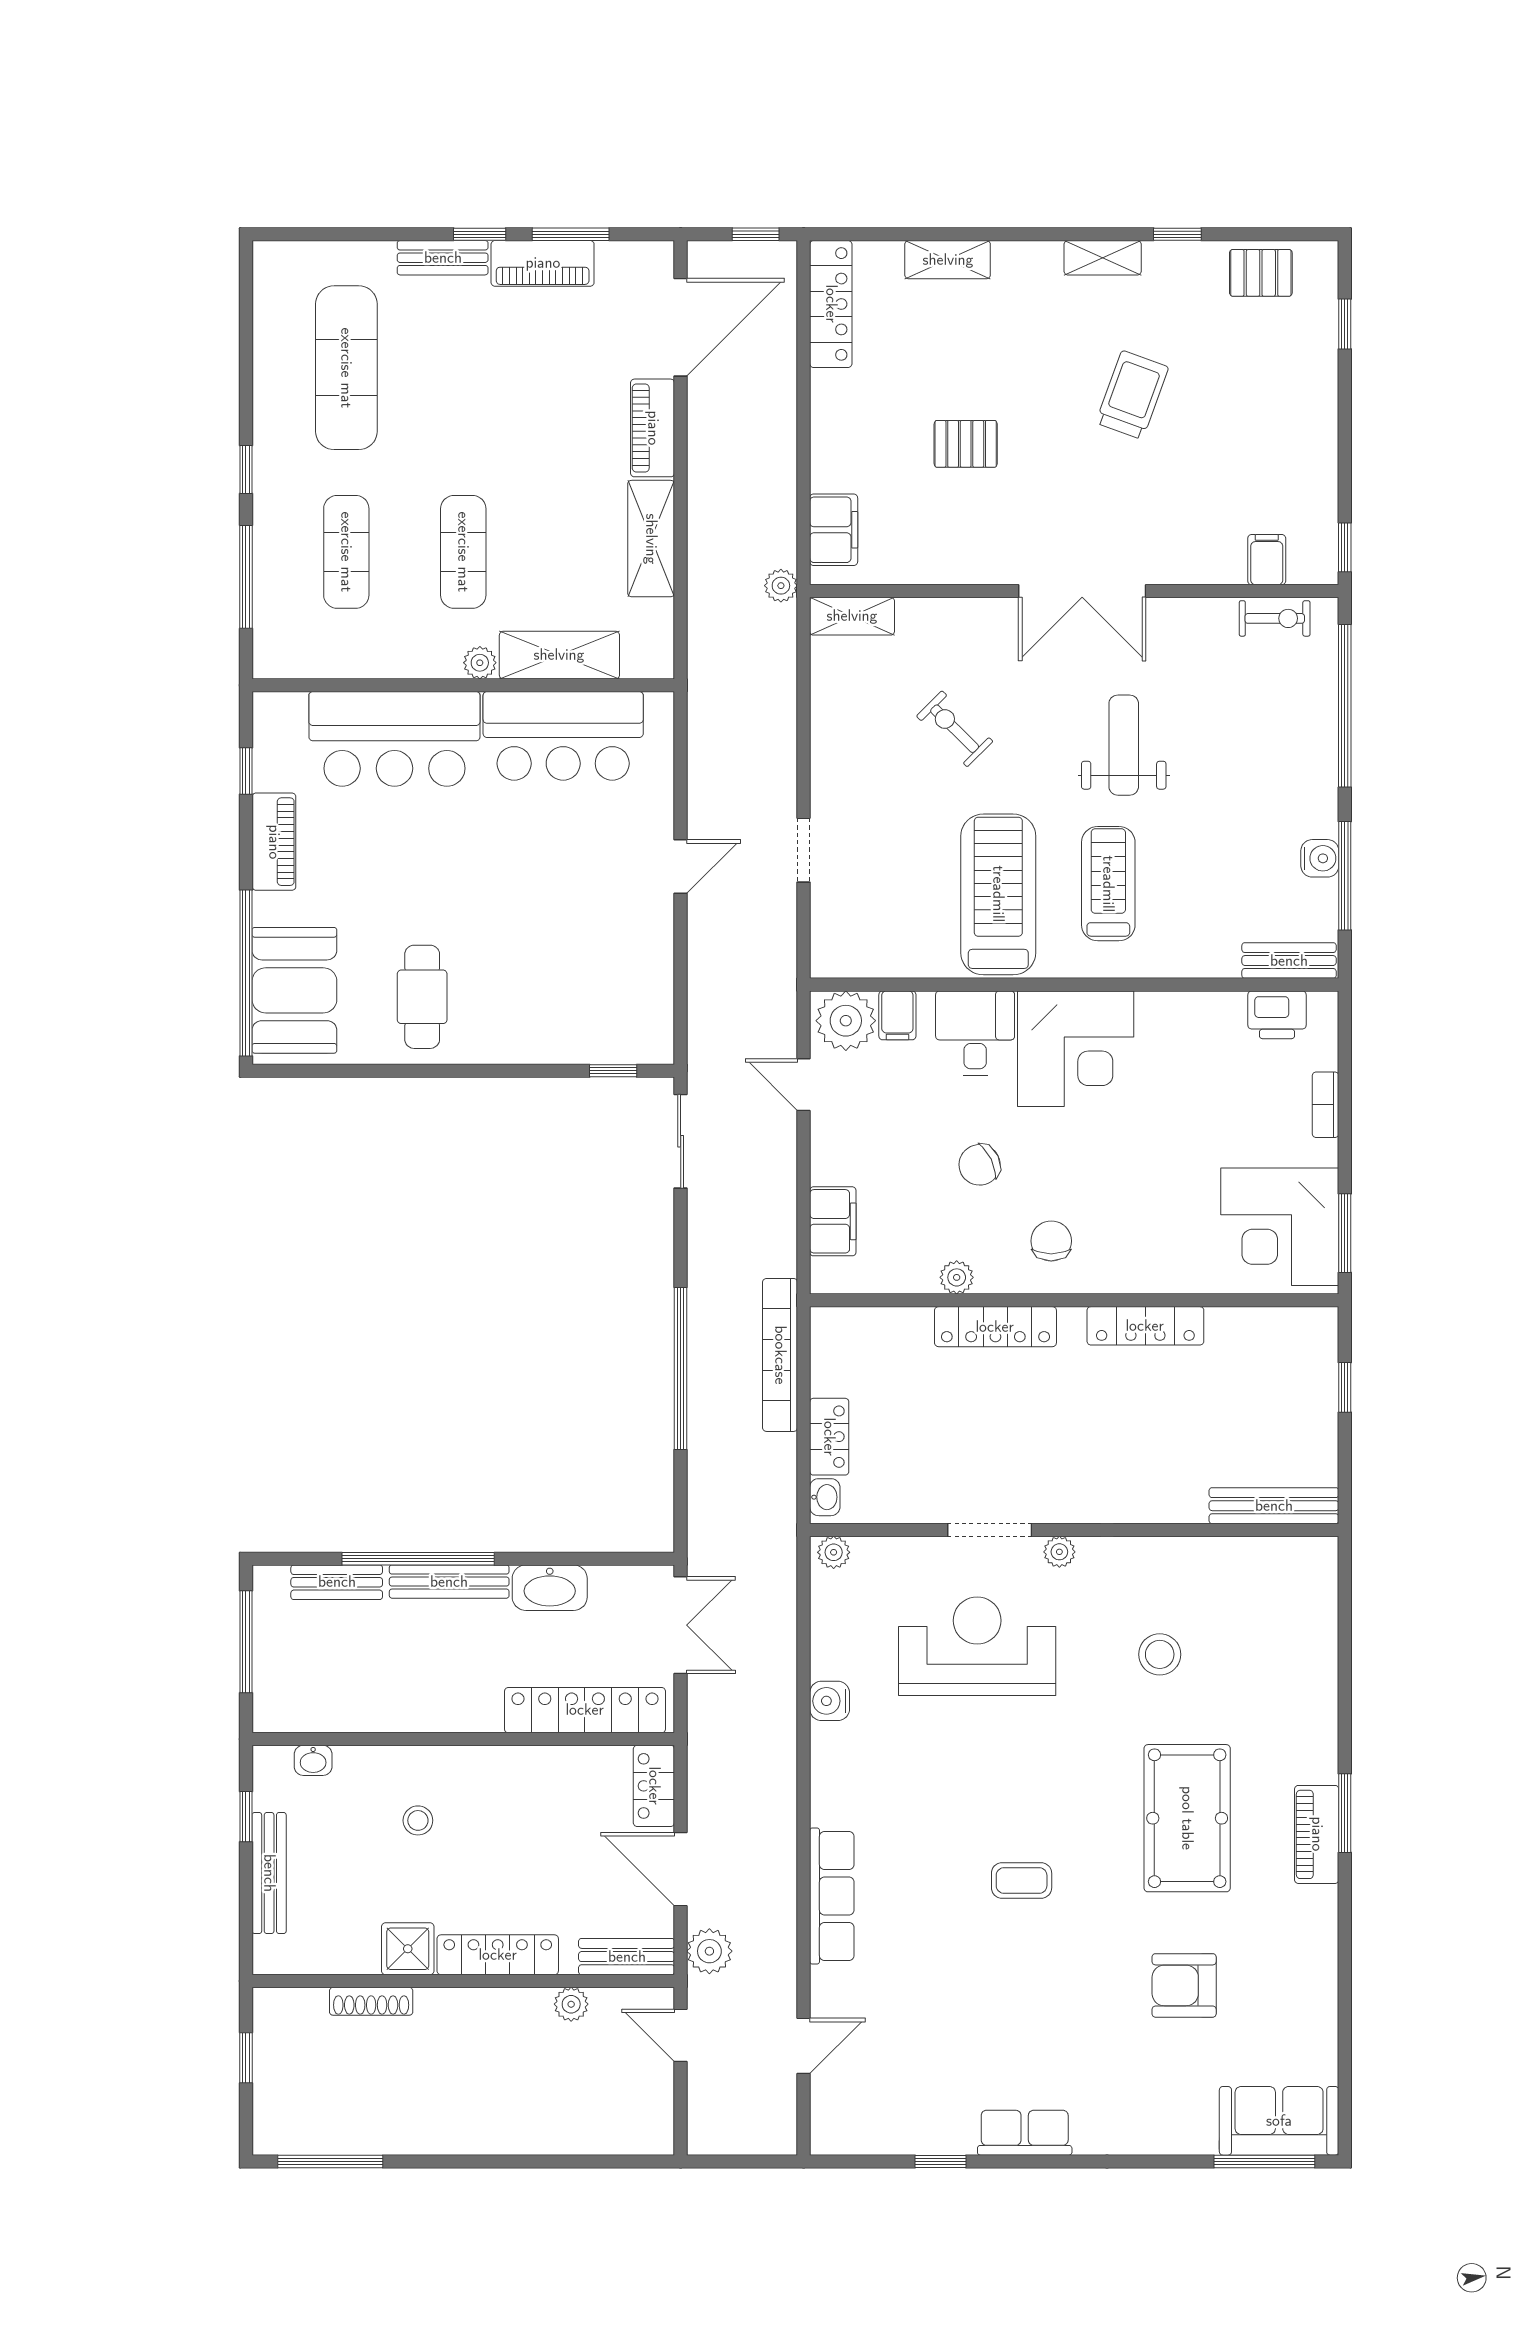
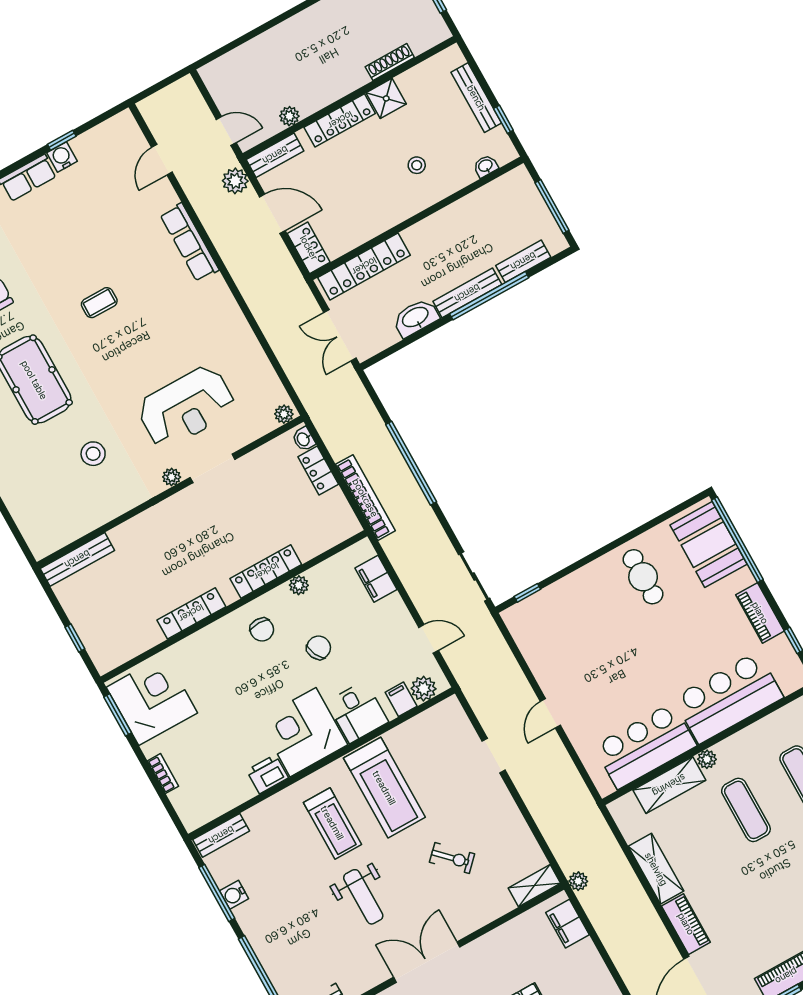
printer: (1277, 1015) -> (267, 774), moved
plant: (846, 1021) -> (424, 689), width x0.73, depth x0.73
water cooler: (830, 1701) -> (62, 157), moved, turned -90

